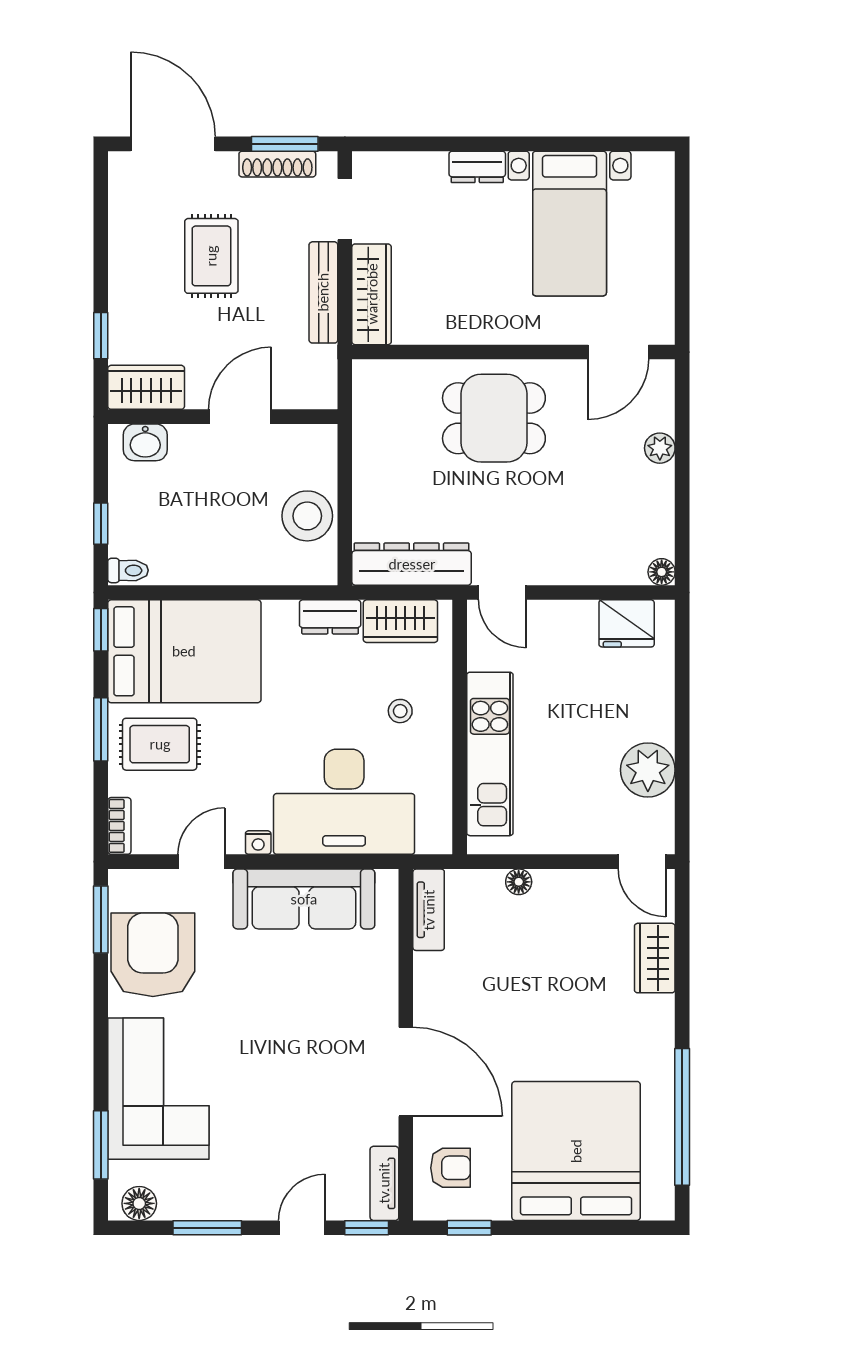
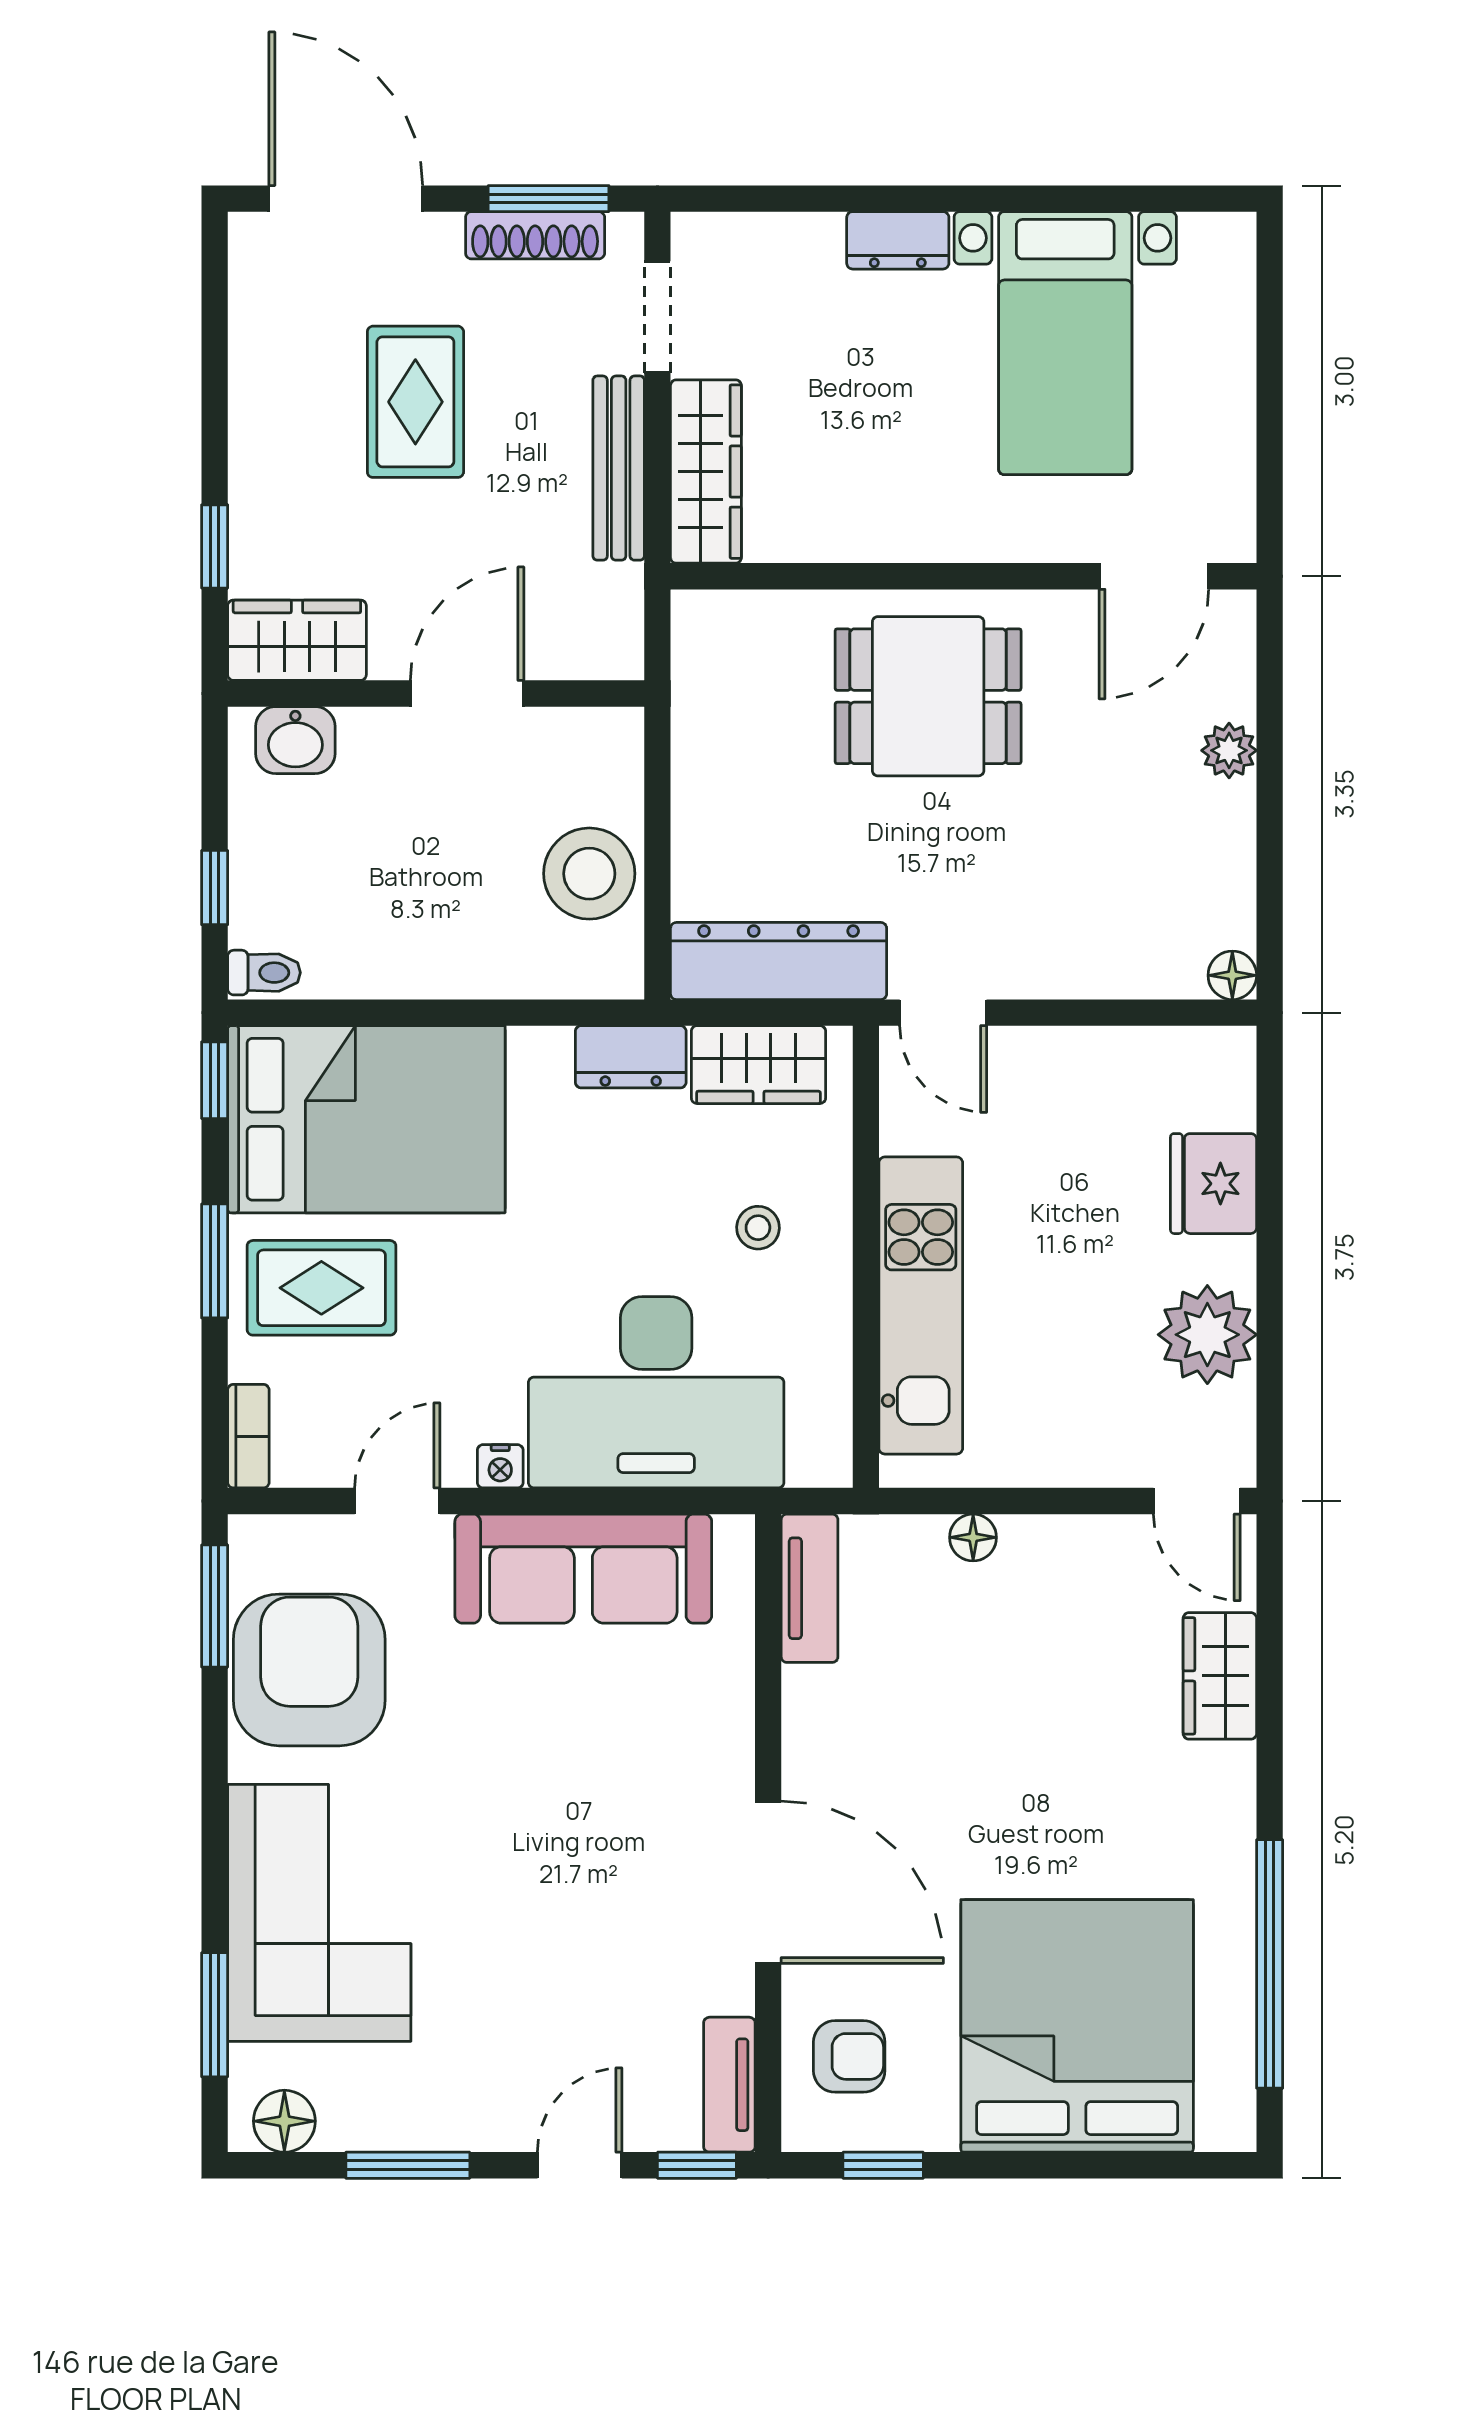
fridge: (627, 623) -> (1214, 1184), moved, turned 90

